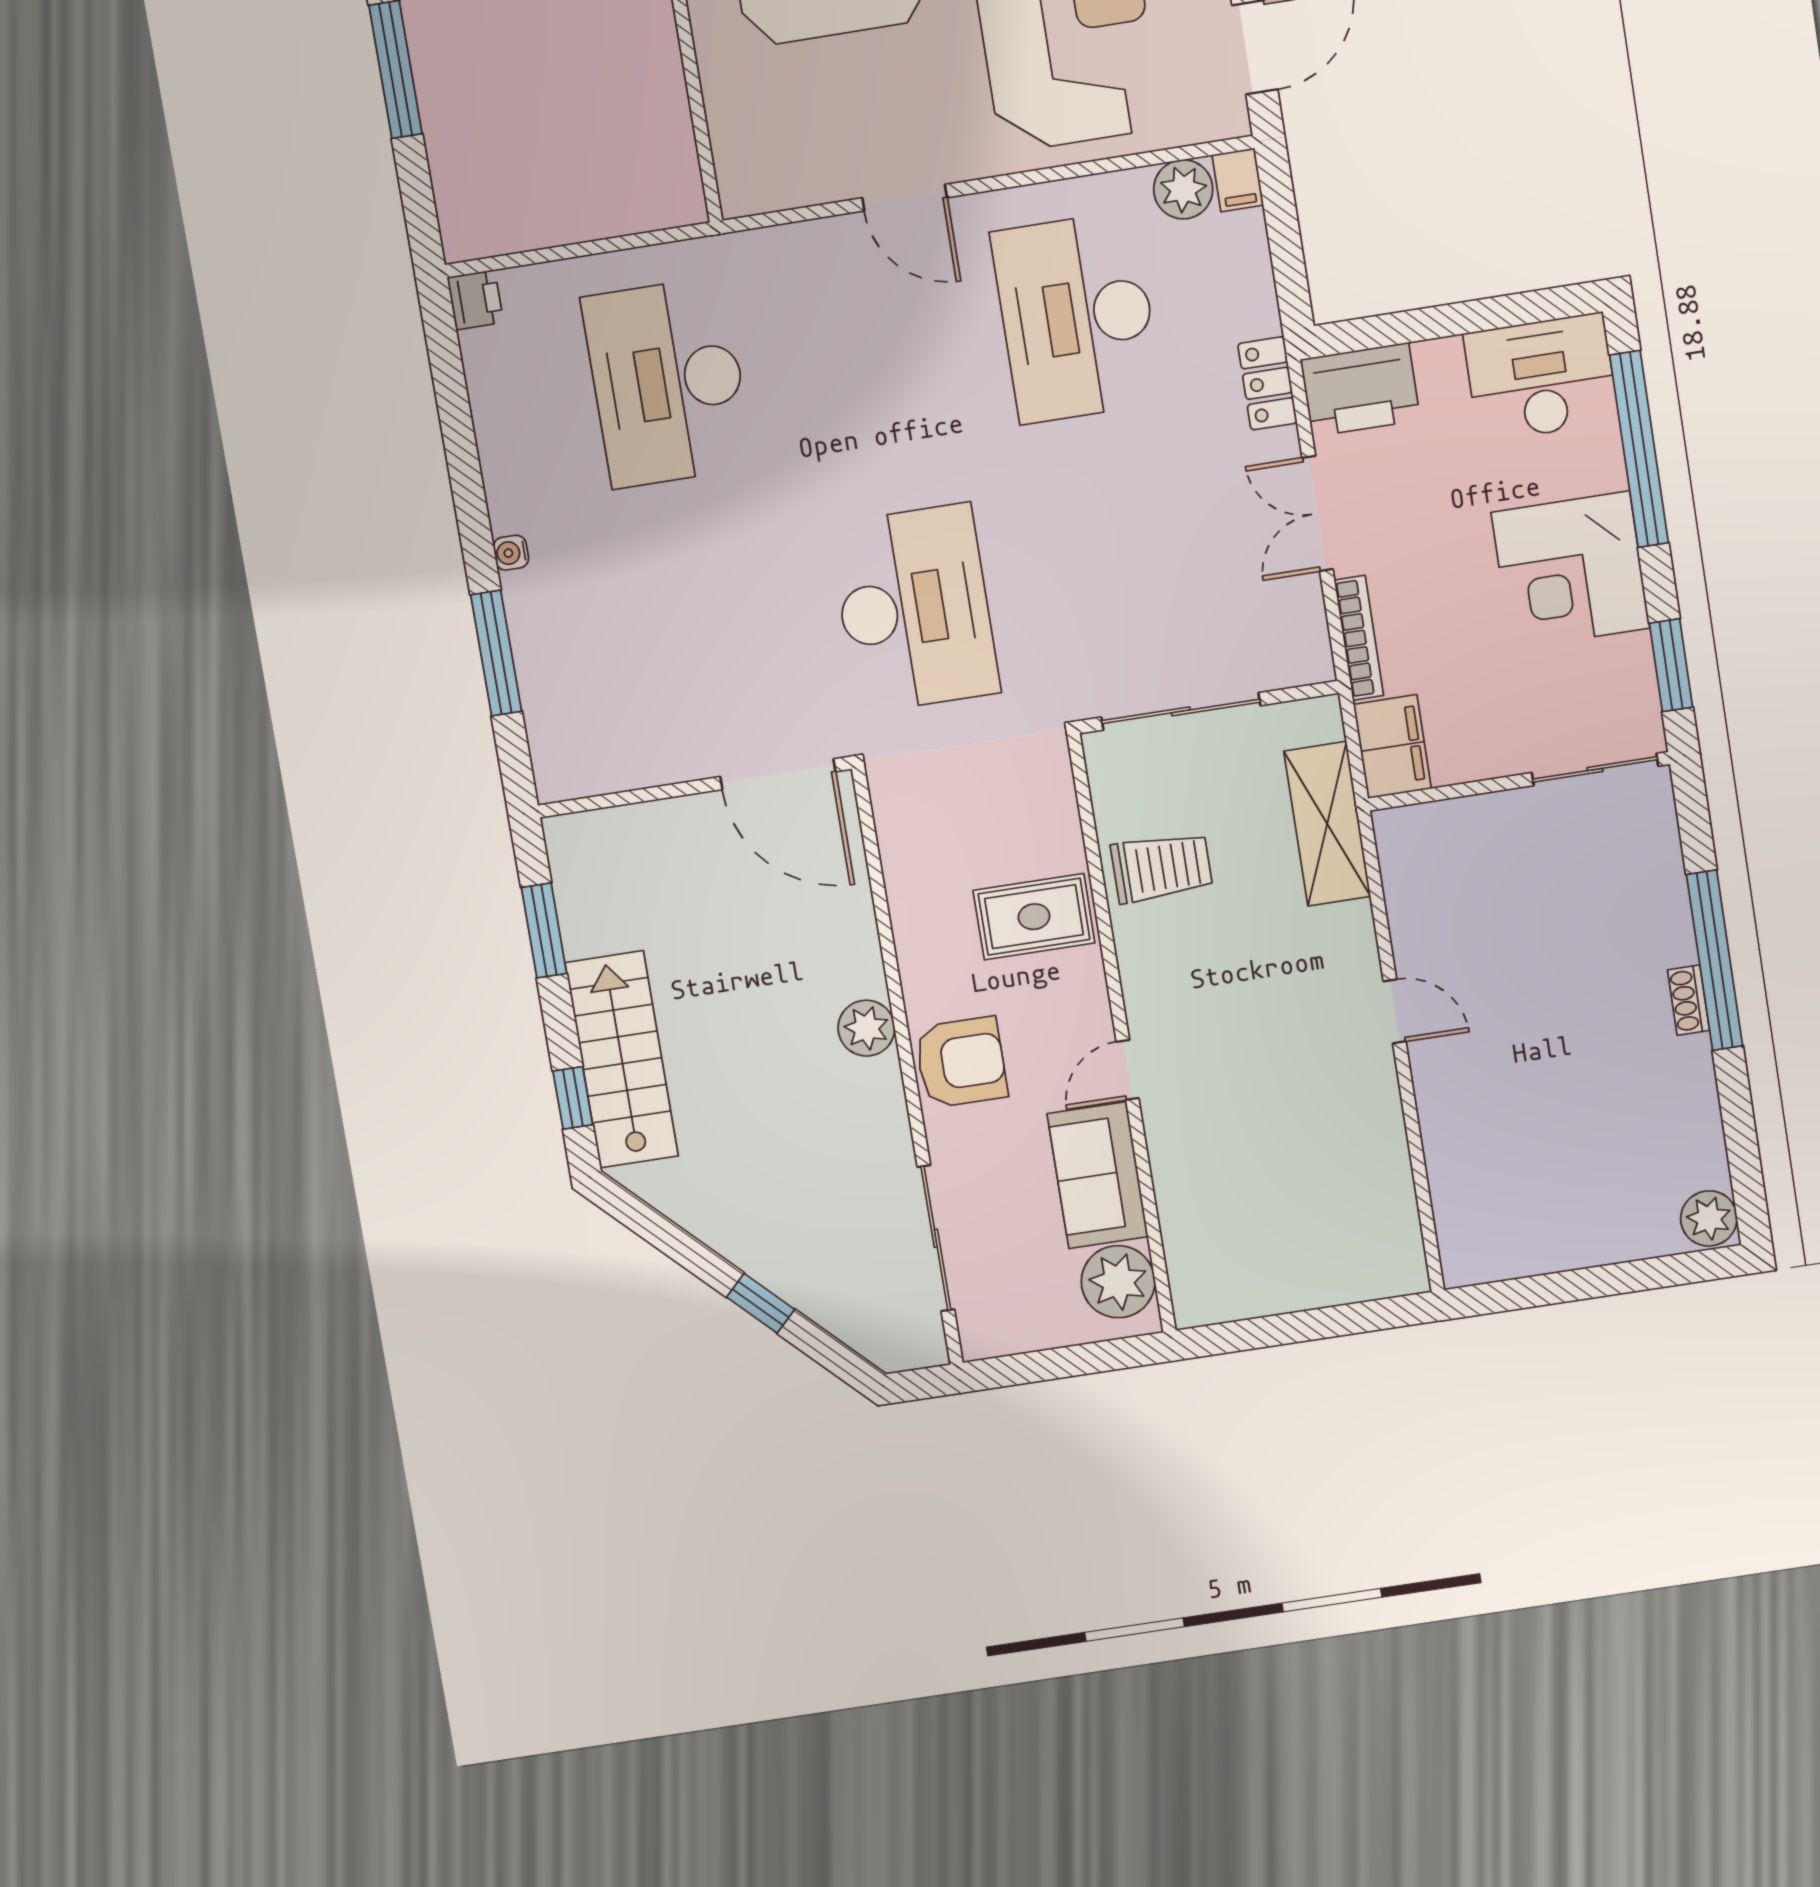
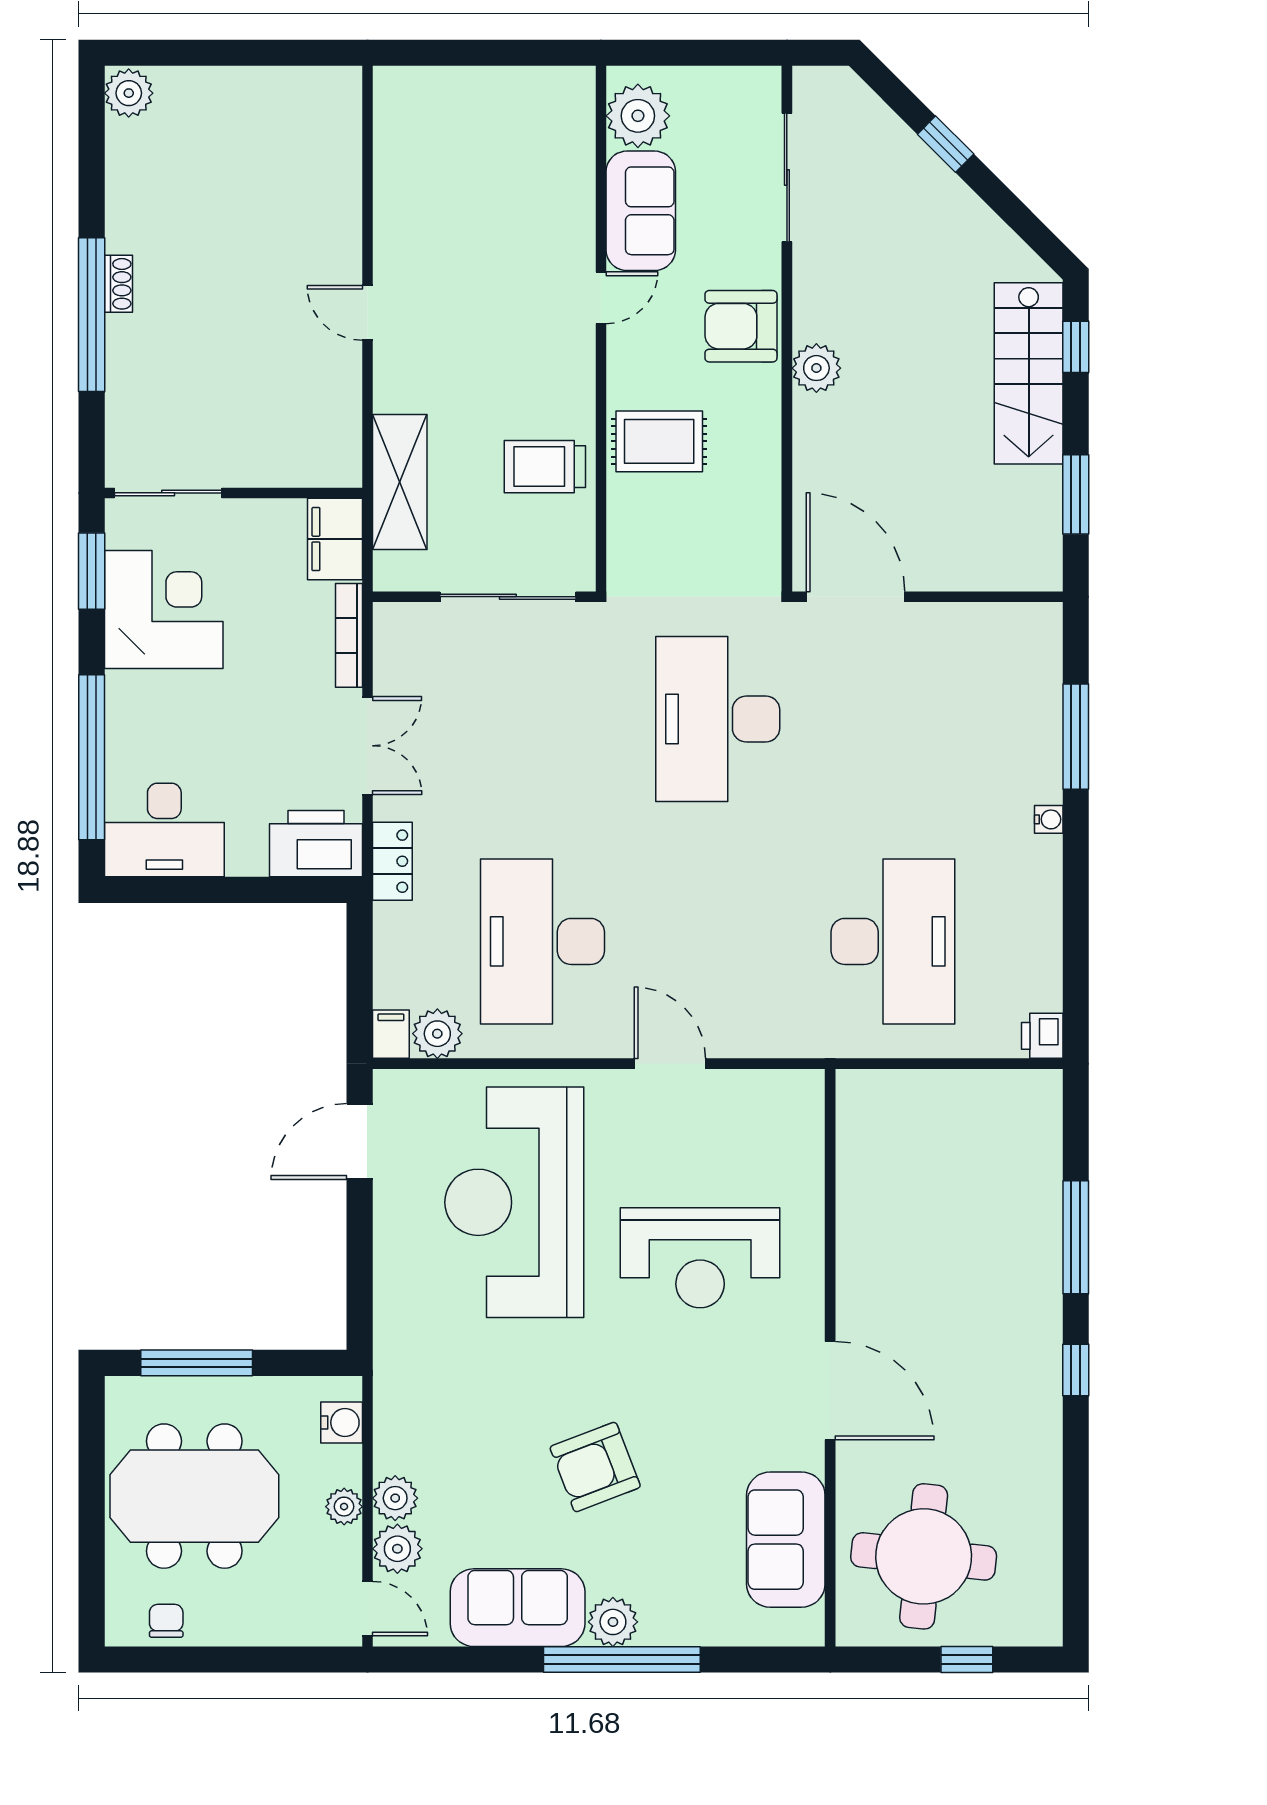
desk: (1077, 317) -> (543, 941), turned 180
corner desk: (1570, 570) -> (164, 610), moved

